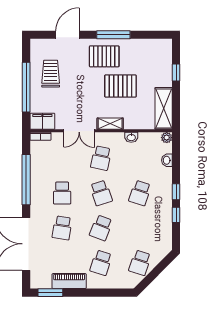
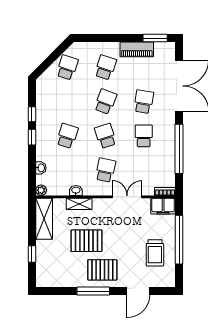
shelving: (110, 124) -> (79, 204), moved

